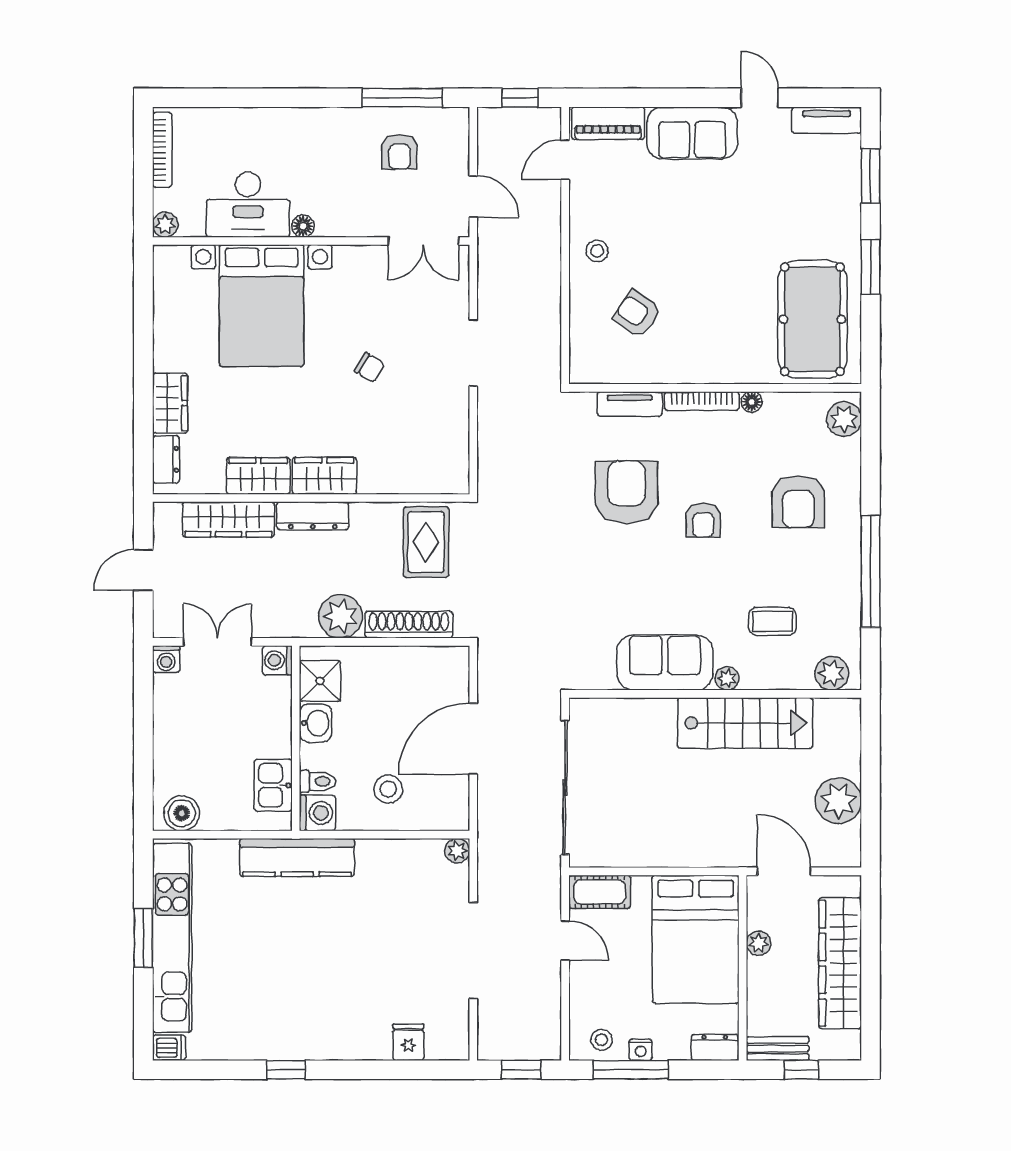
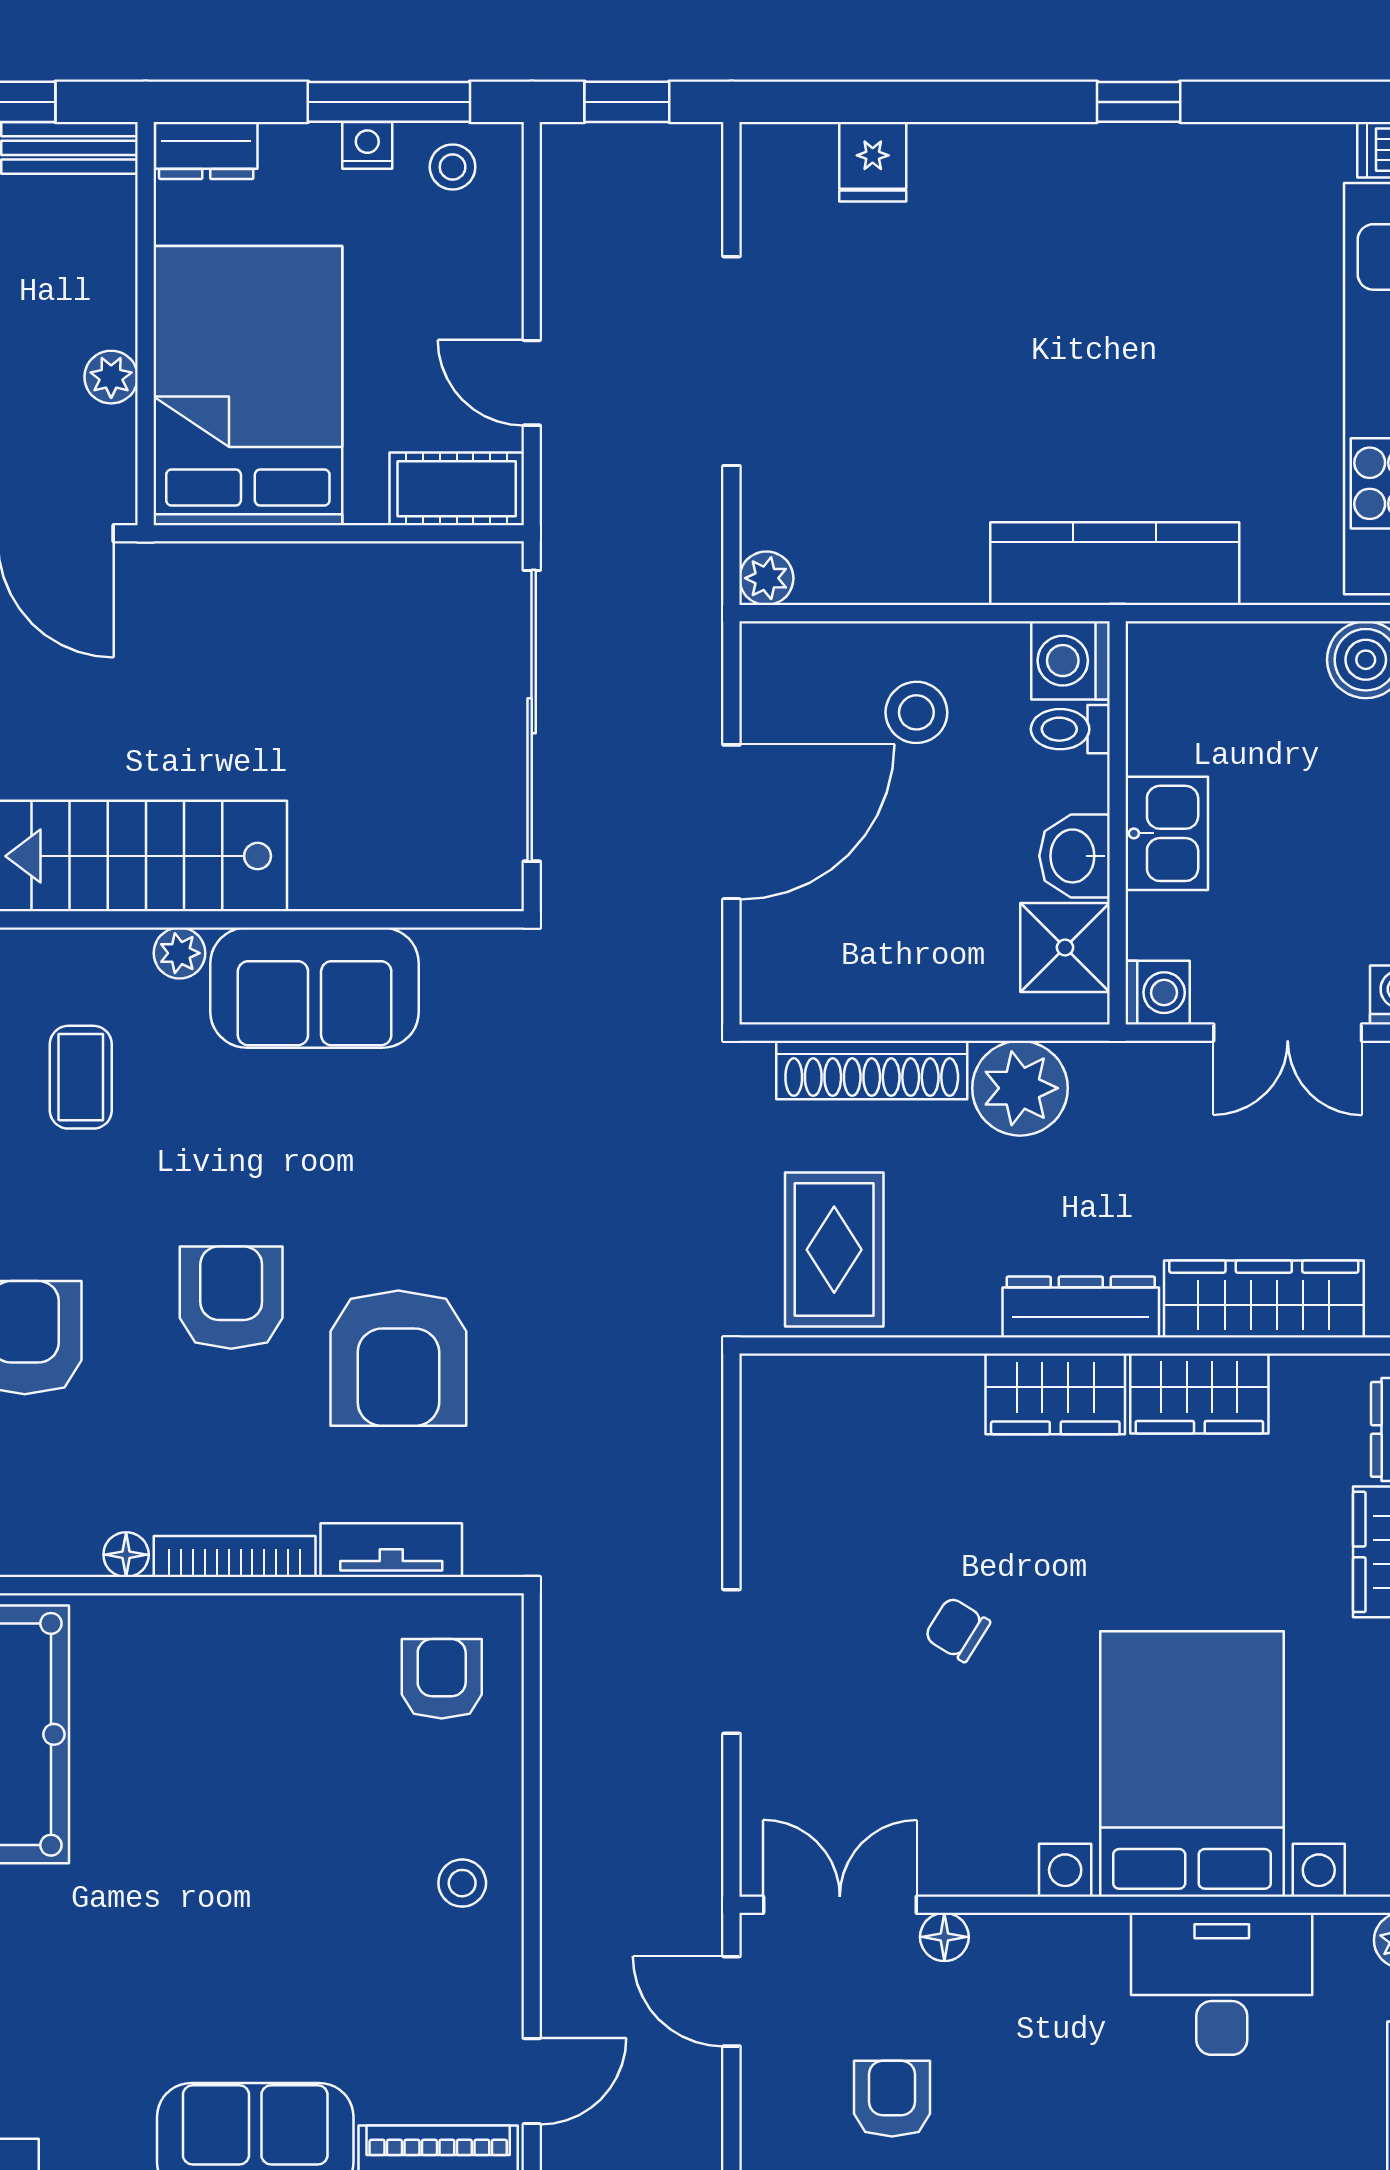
floor lamp: (303, 226) -> (944, 1937), moved
armchair: (637, 314) -> (442, 1679), moved, turned -124
armchair: (703, 520) -> (231, 1298), width x1.38, depth x1.38
coffee table: (772, 621) -> (81, 1077), turned 90
kitchen sink: (273, 785) -> (1167, 833), moved

